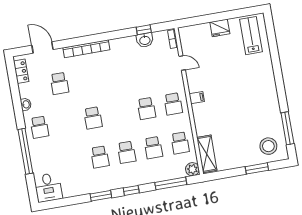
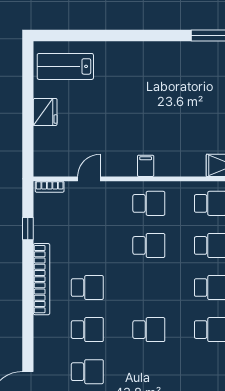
washbasin: (145, 40) -> (44, 230), removed
bookcase: (86, 49) -> (42, 279), moved
school desk: (113, 74) -> (87, 288), added
school desk: (86, 79) -> (87, 330), added

